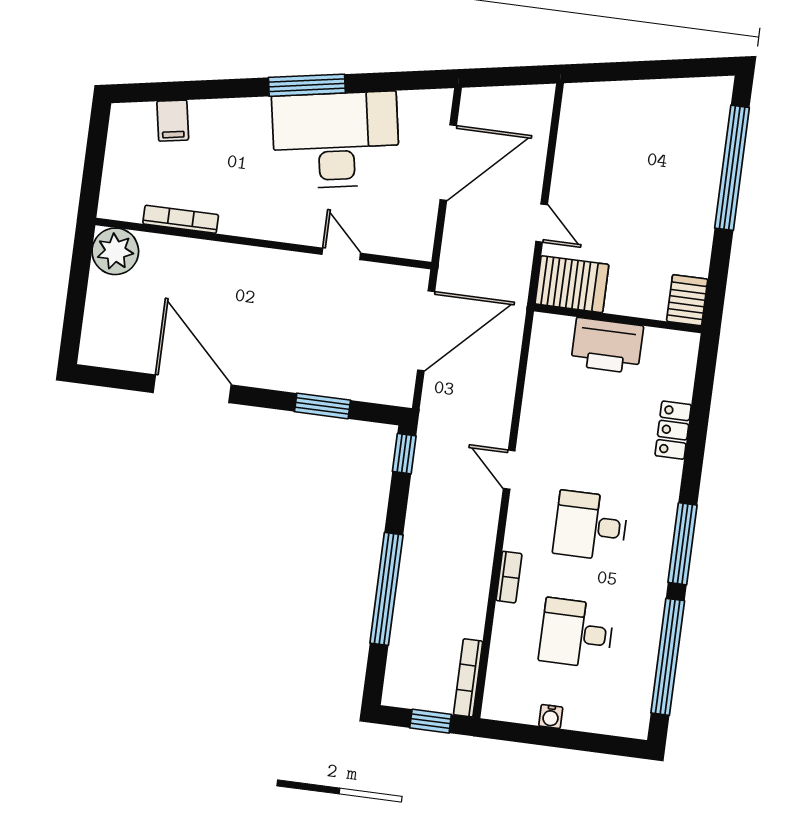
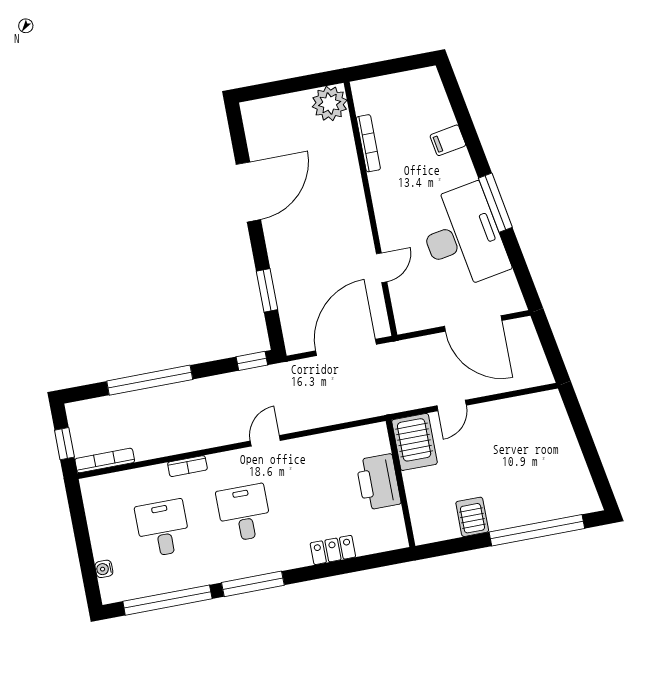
filing cabinet: (173, 121) -> (448, 140), moved
server rack: (687, 300) -> (472, 517), moved, turned -90
door: (426, 331) -> (346, 347), swing flipped
water cooler: (551, 716) -> (104, 569), moved

